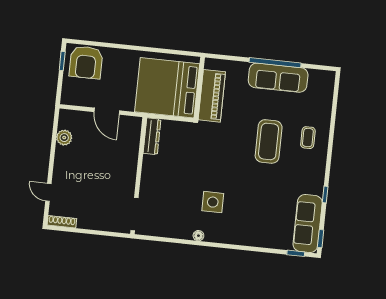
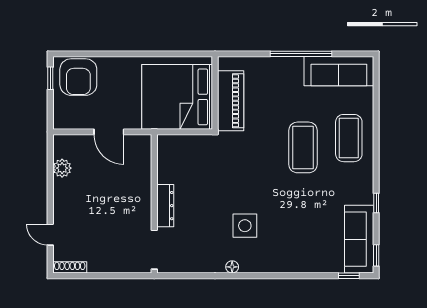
sofa: (278, 78) -> (339, 71), moved
dresser: (152, 136) -> (165, 206), moved
coffee table: (308, 138) -> (349, 138), width x1.86, depth x1.72

